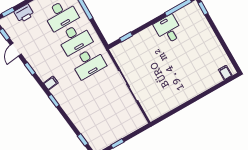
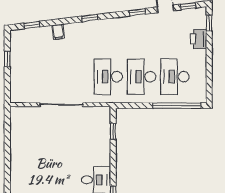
filing cabinet: (51, 83) -> (58, 32), moved

